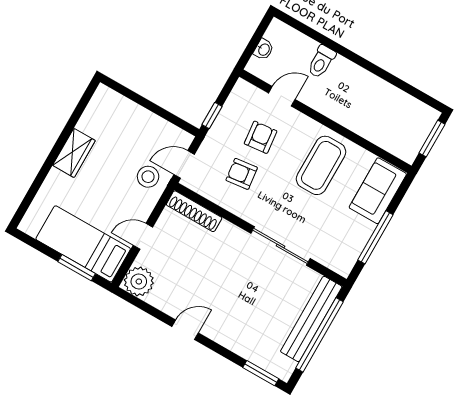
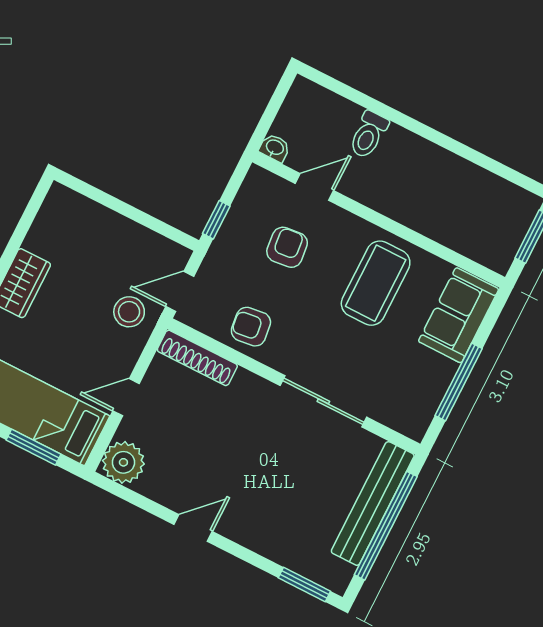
washbasin: (264, 49) -> (275, 148), moved, turned -90
armchair: (242, 174) -> (251, 327), moved

